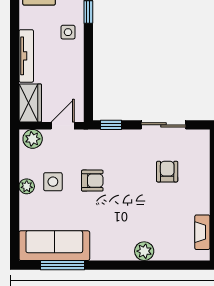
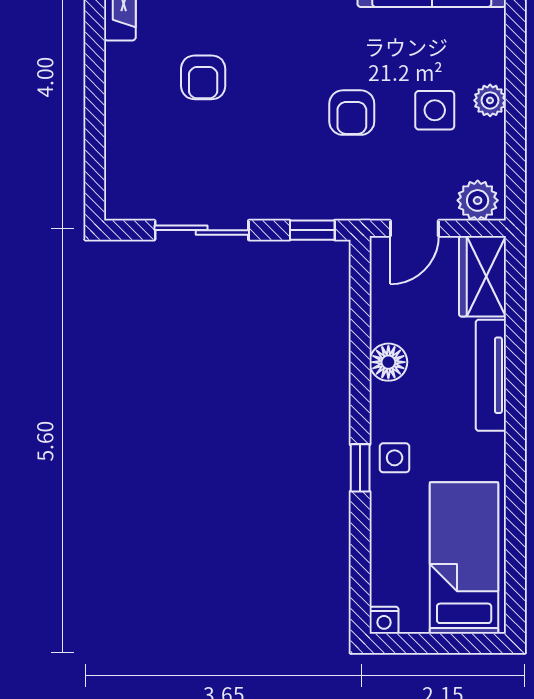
side table: (68, 32) -> (395, 458), moved
floor lamp: (75, 62) -> (388, 362), added
armchair: (167, 172) -> (203, 77), moved
armchair: (92, 181) -> (352, 113), turned -90

